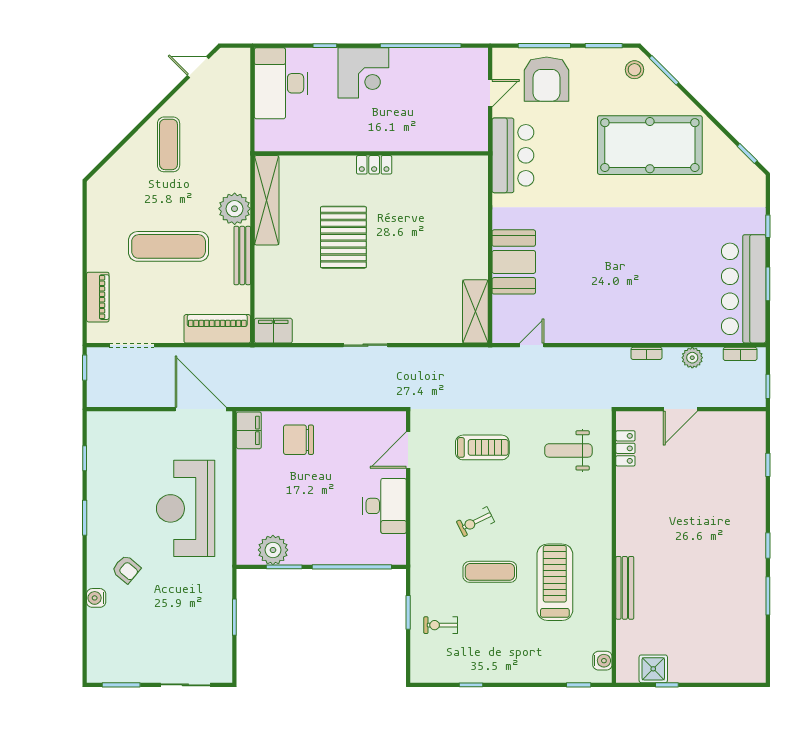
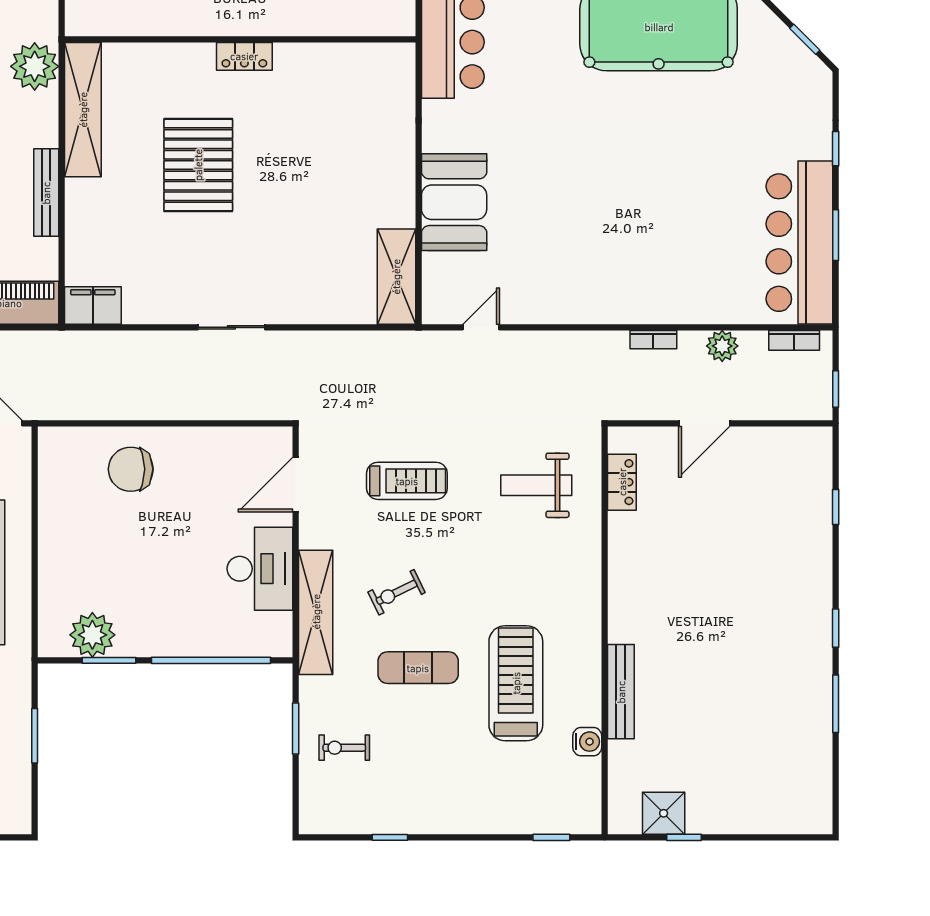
plant: (235, 209) -> (35, 66), moved
filing cabinet: (249, 430) -> (56, 455), removed
shelving: (422, 535) -> (316, 612), added
water cooler: (602, 661) -> (587, 742), moved

